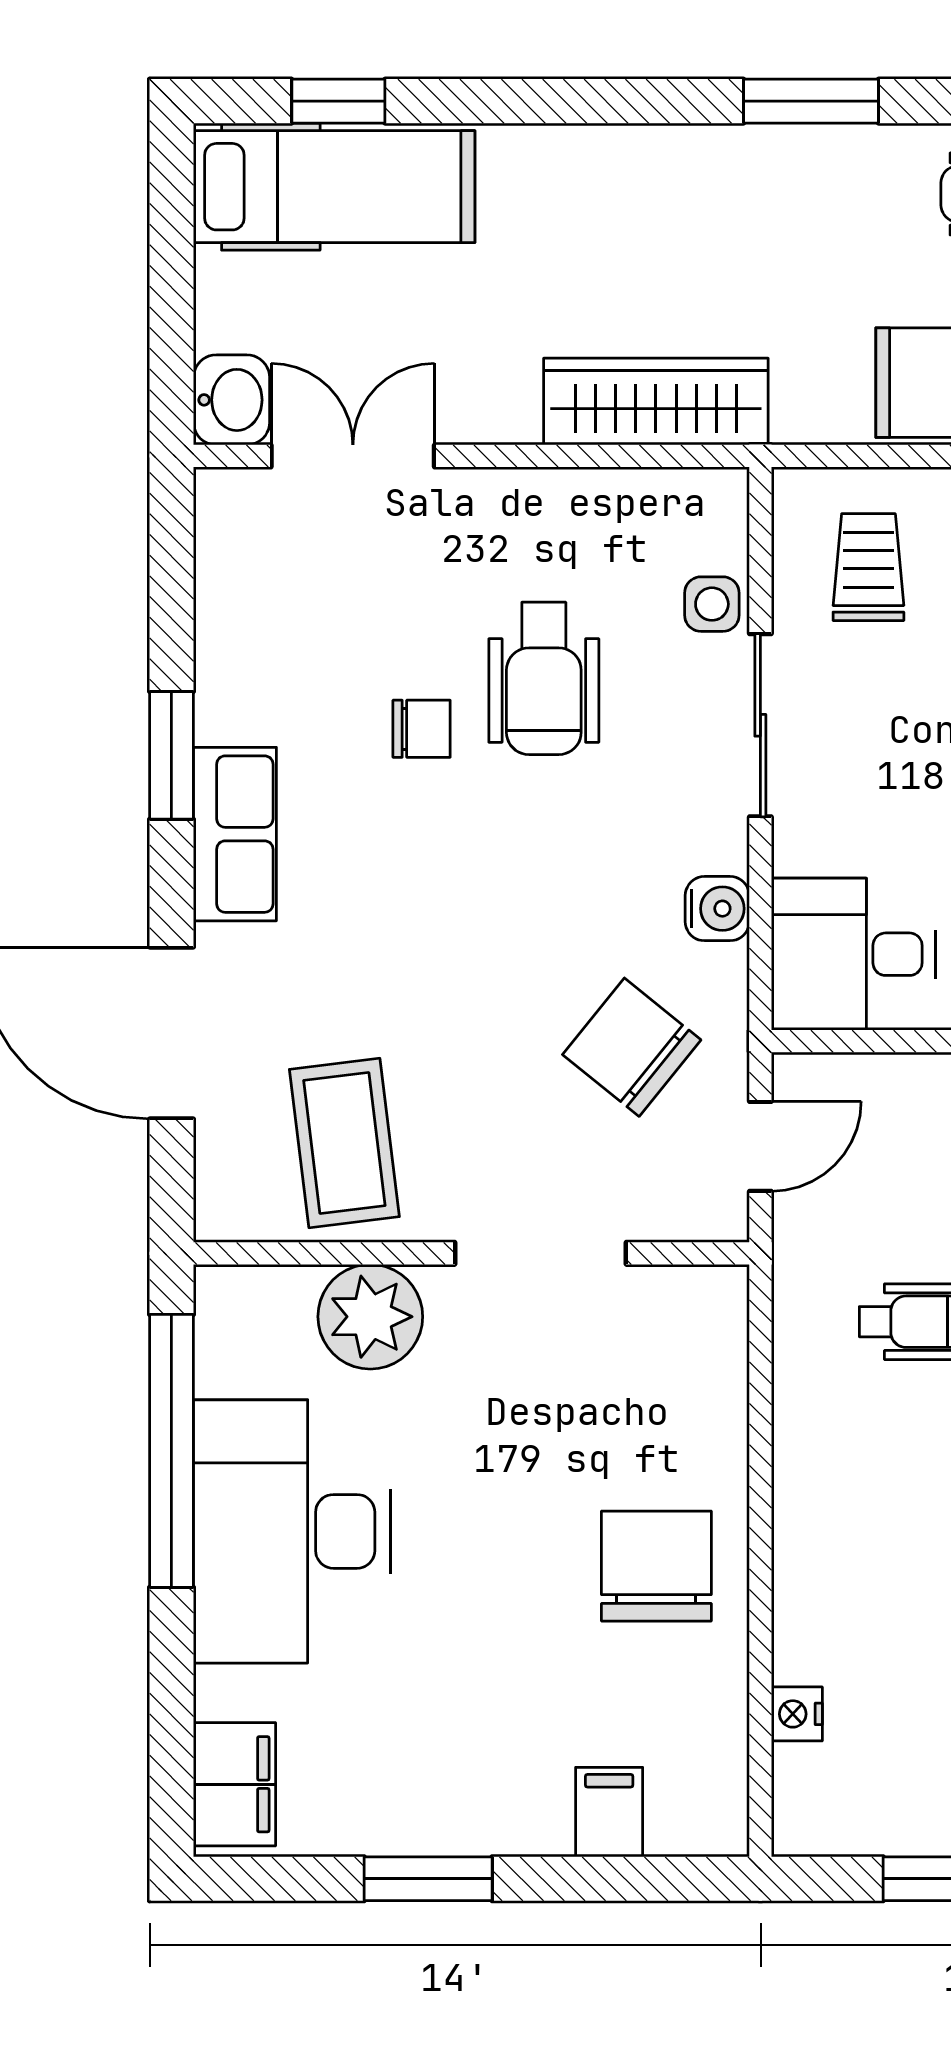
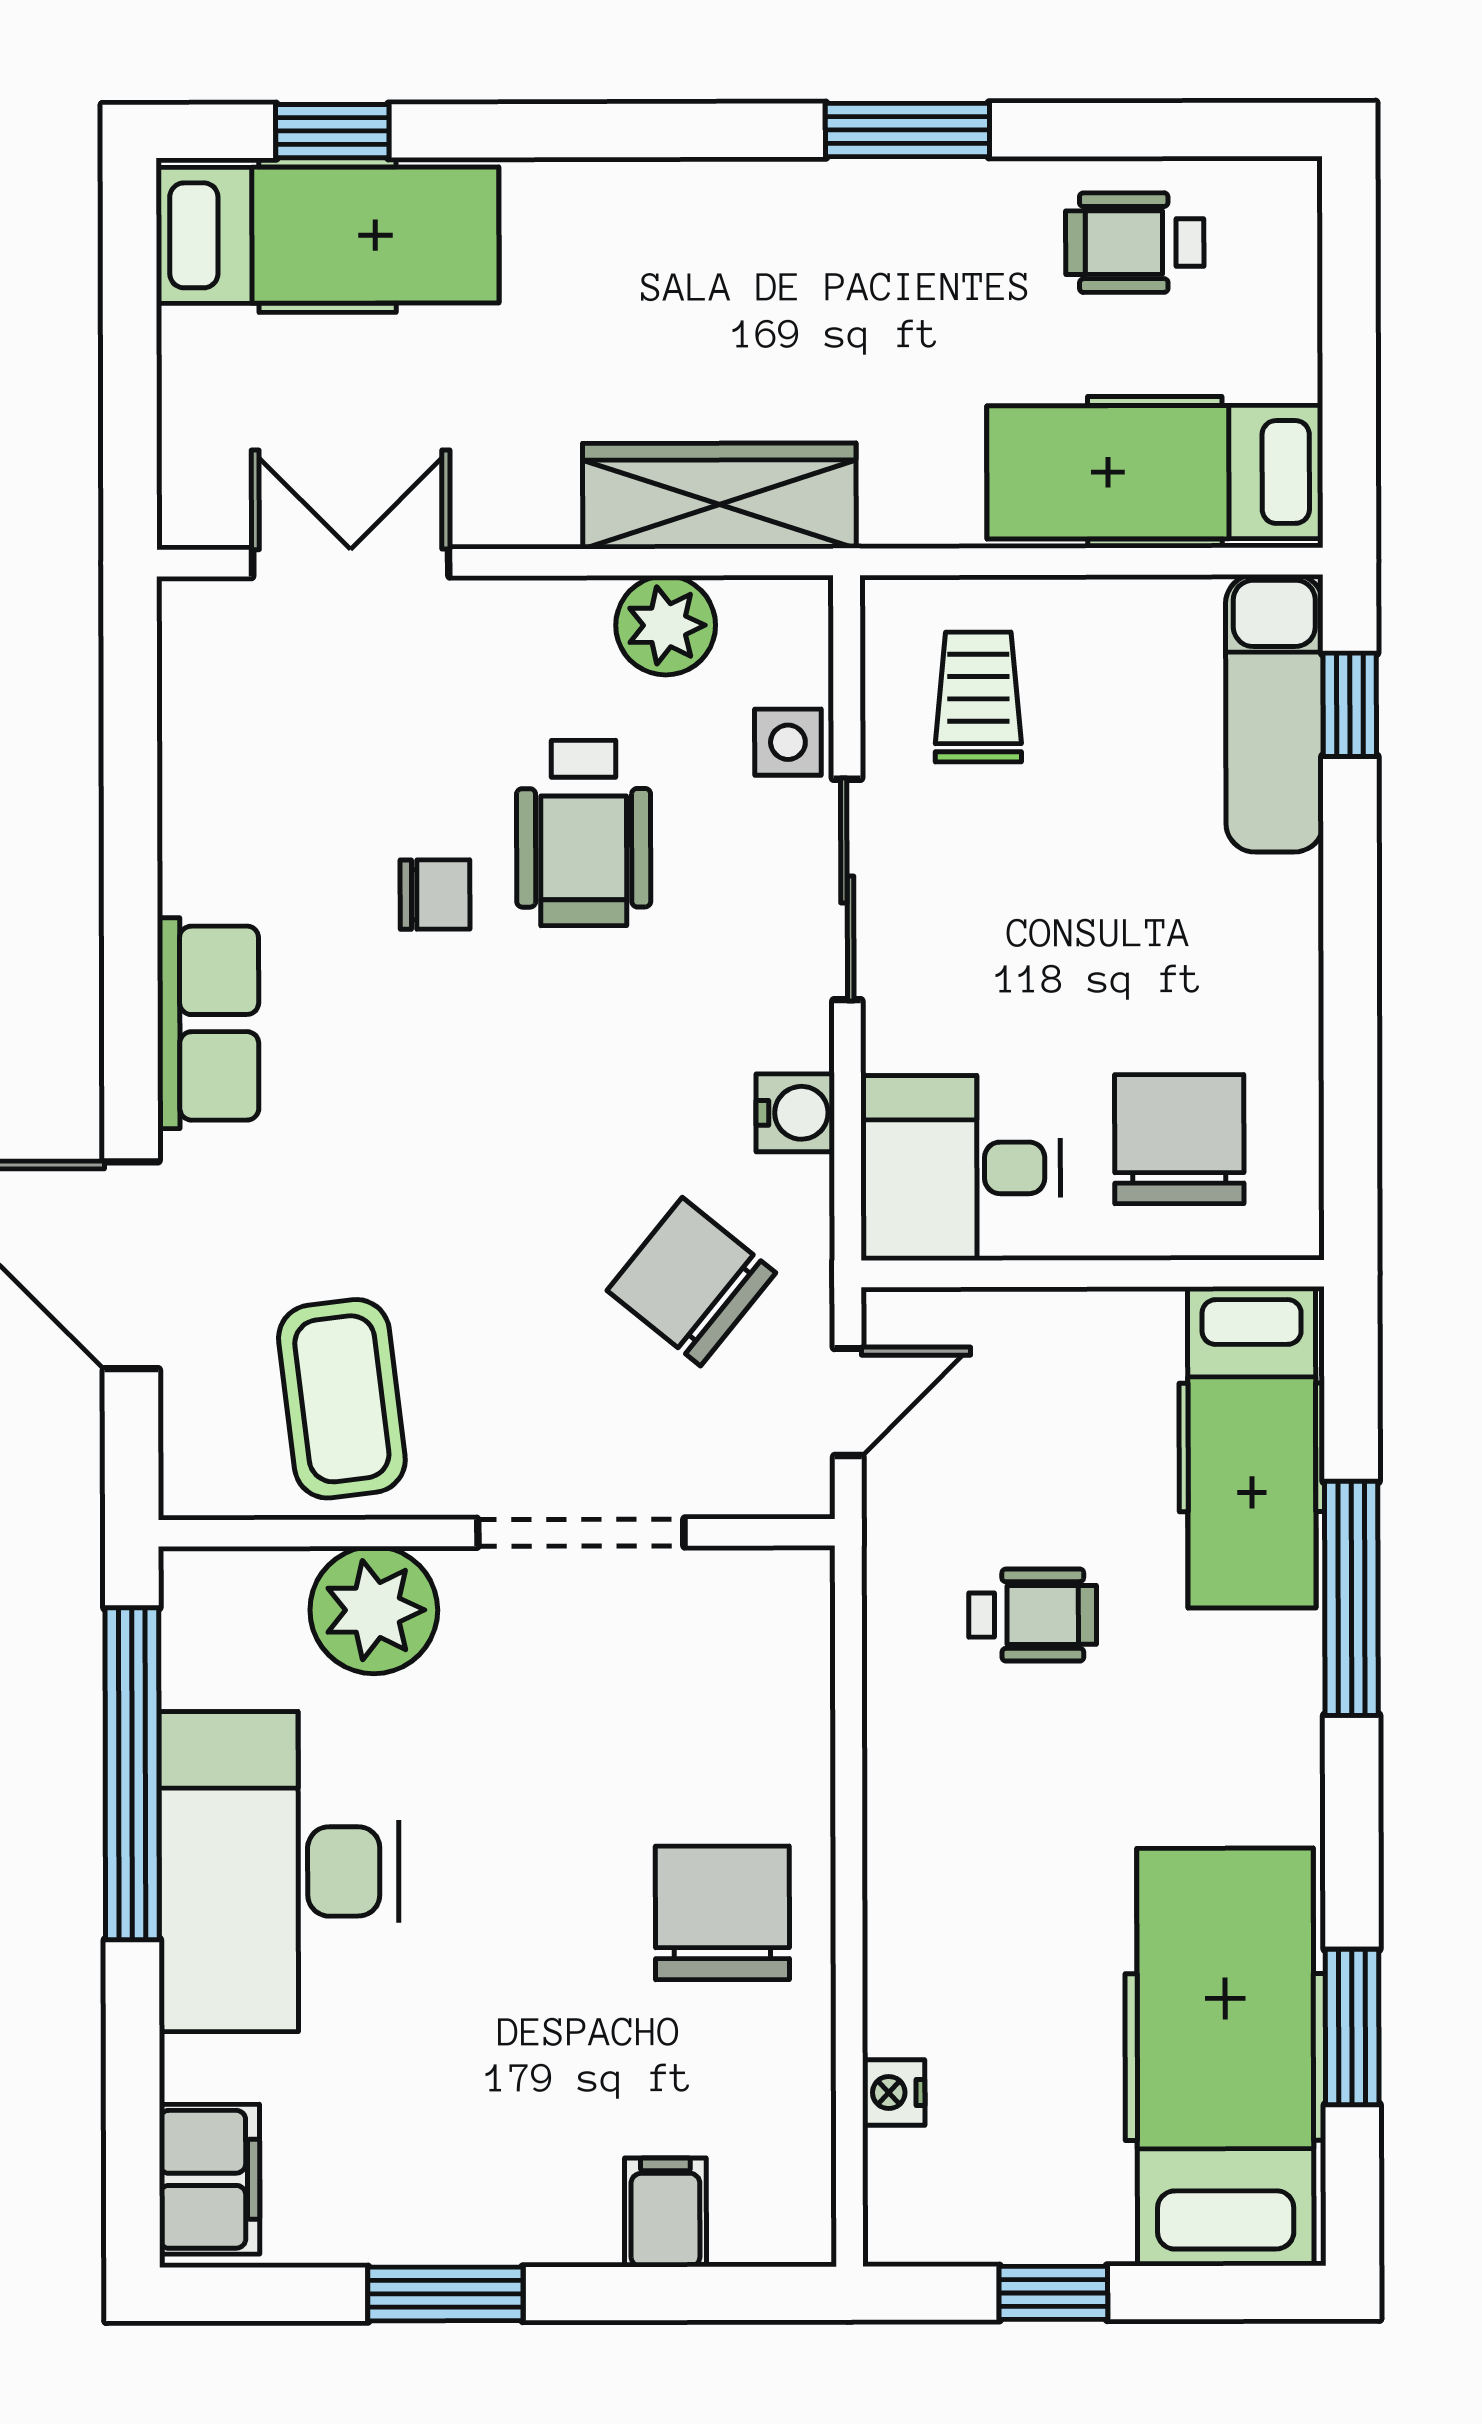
washbasin: (232, 400) -> (203, 495), removed
plant: (612, 508) -> (666, 625), added
window: (171, 755) -> (131, 927), removed

